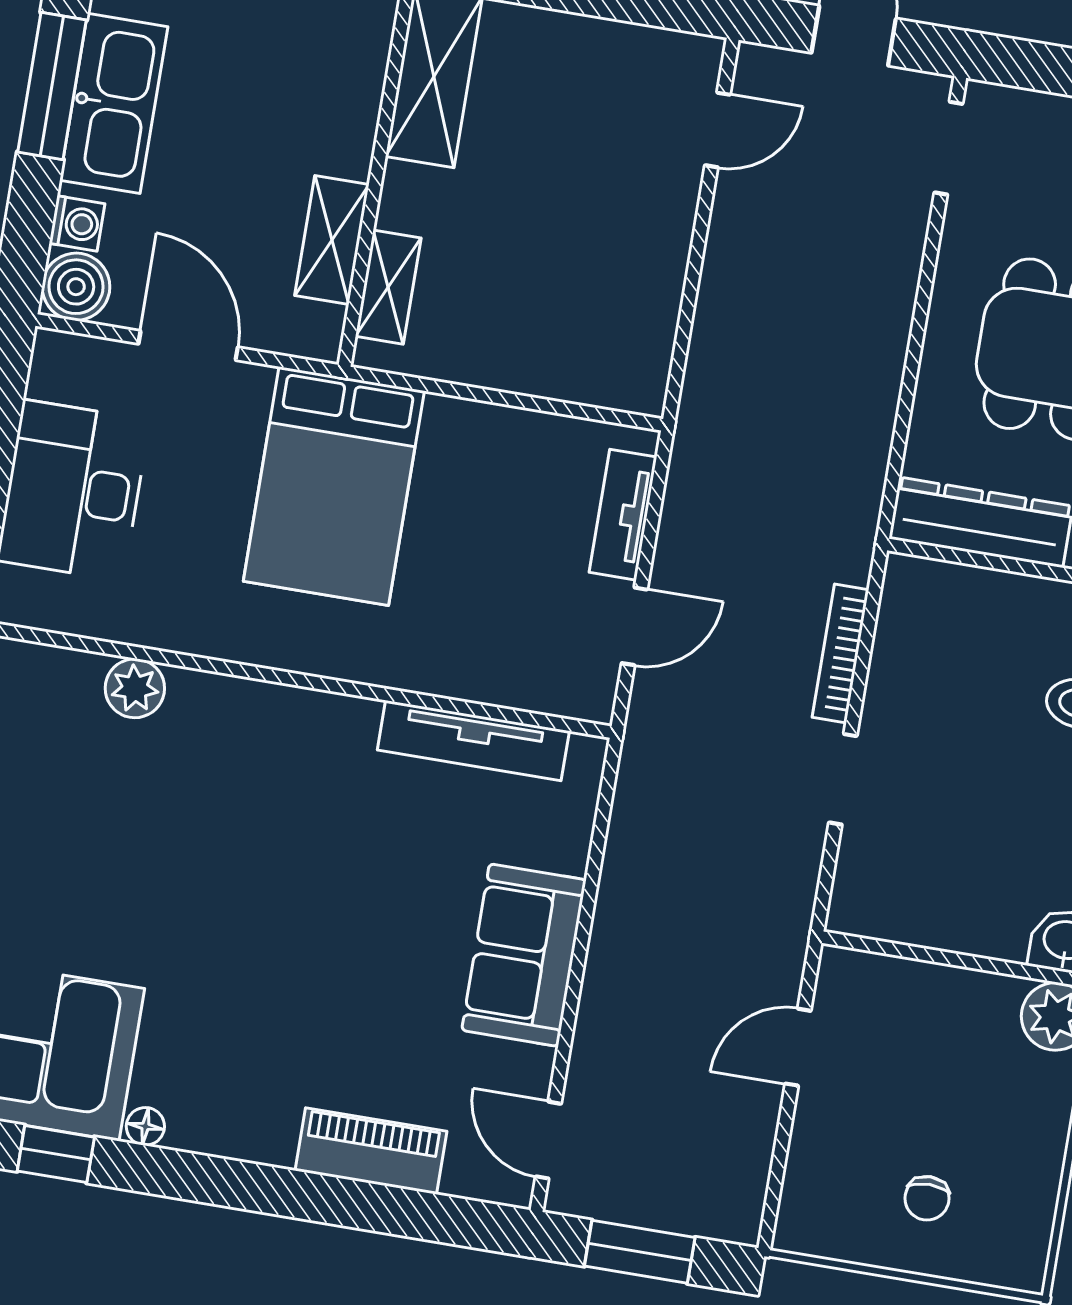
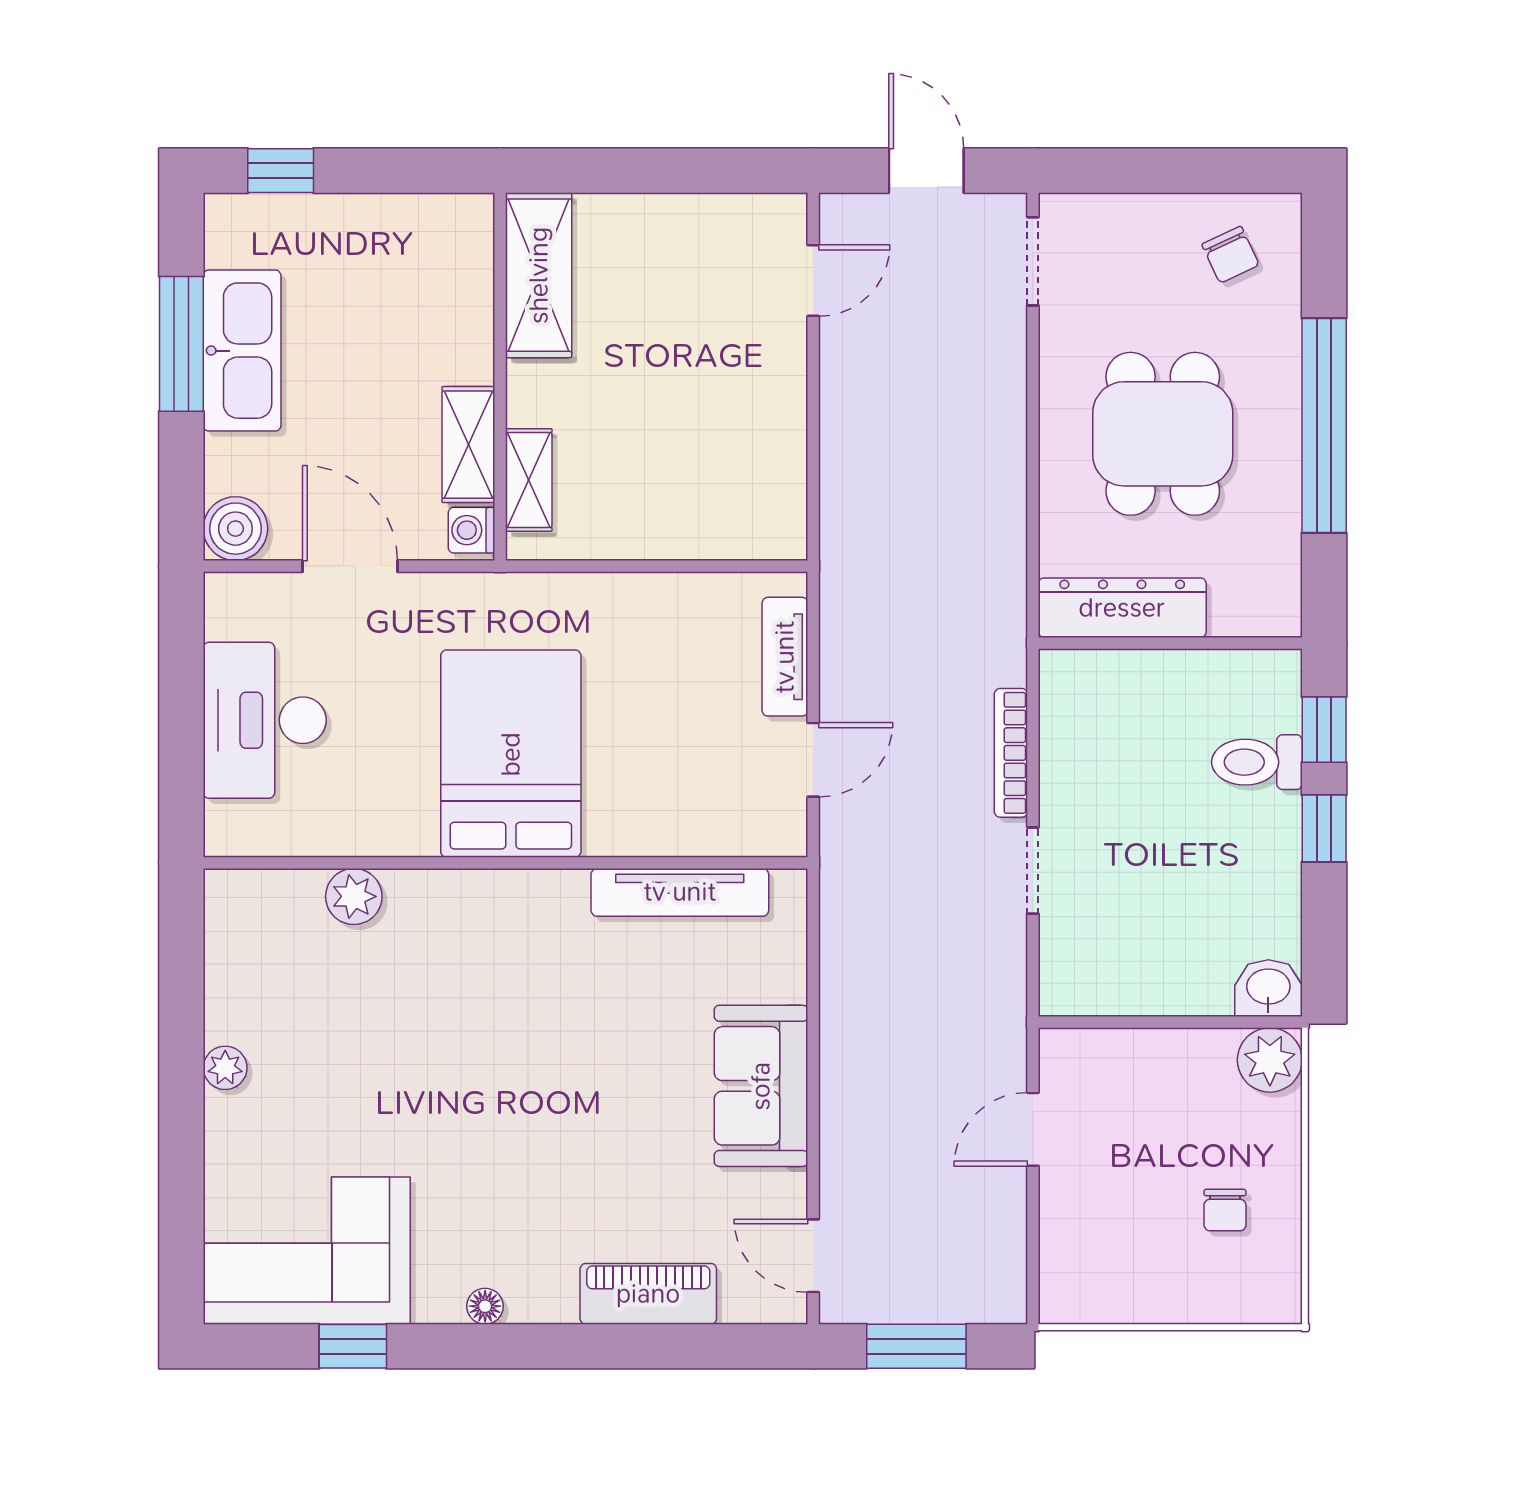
washing machine: (77, 223) -> (471, 530), moved, turned 180
bed: (334, 486) -> (511, 754), moved, turned 180
floor lamp: (145, 1126) -> (485, 1306), moved
chair: (927, 1198) -> (1225, 1210), moved

